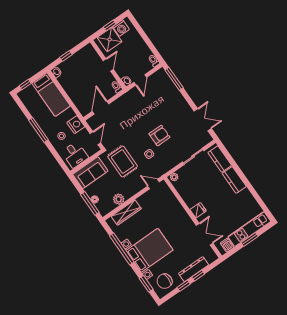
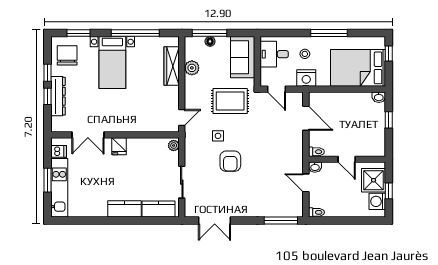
bed: (51, 95) -> (358, 68), width x1.50
bed with nightstands: (150, 250) -> (112, 63), width x0.73

